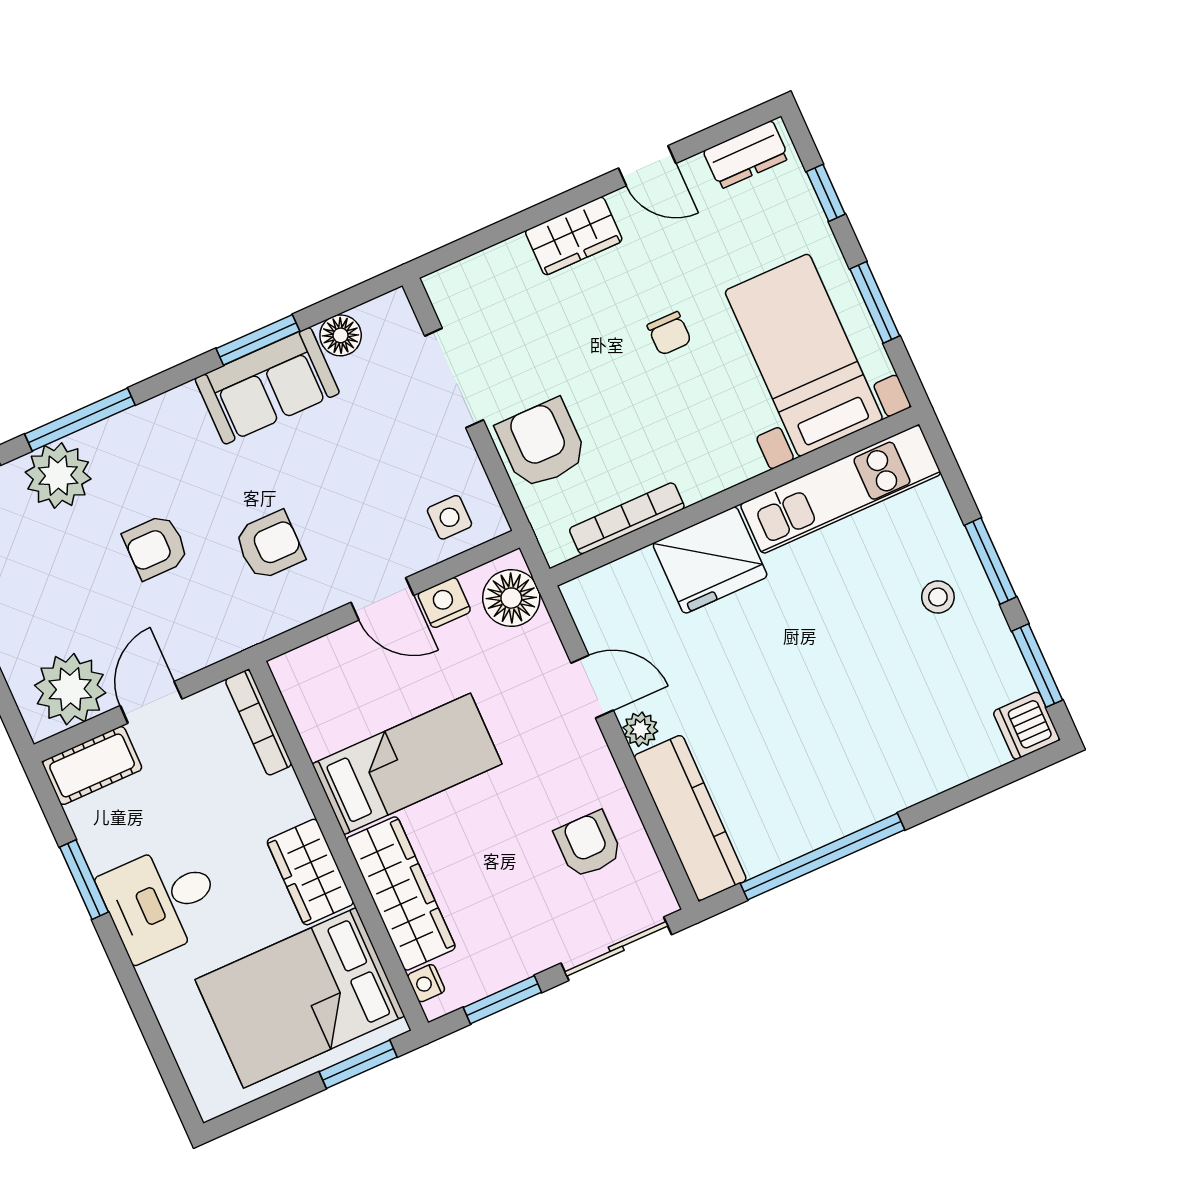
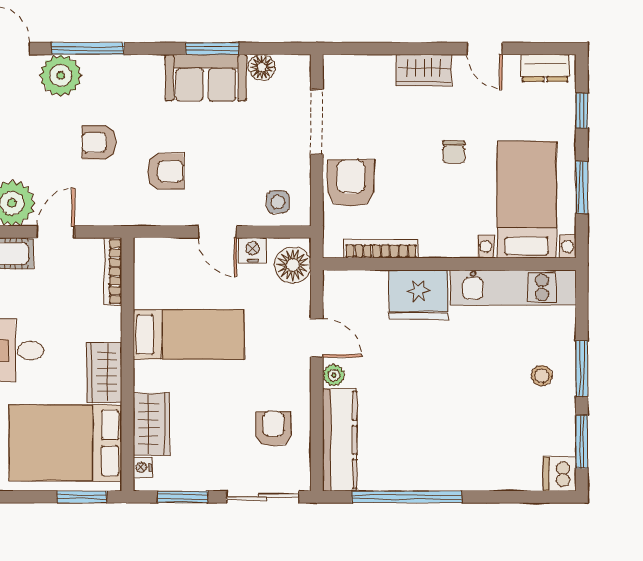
wardrobe: (401, 893) -> (151, 424), width x0.67

